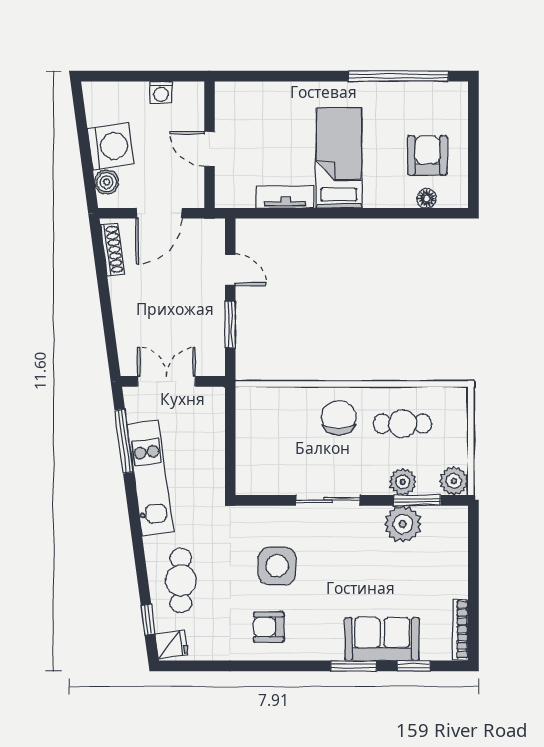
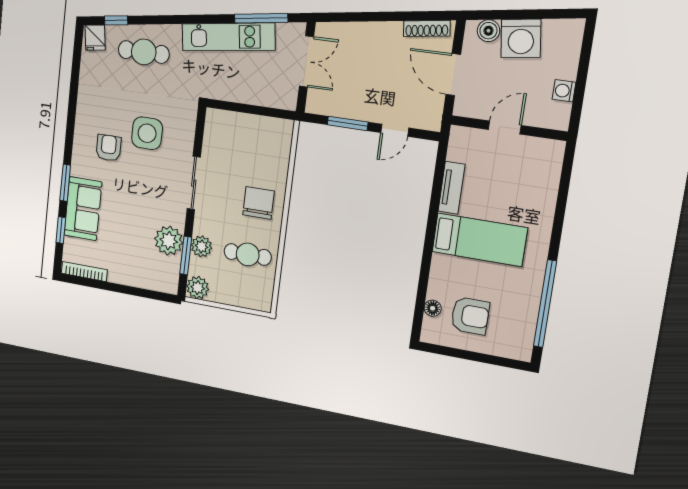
chair: (339, 418) -> (259, 203), turned -90
cafe table: (403, 424) -> (248, 254), turned 90
armchair: (269, 627) -> (109, 148), moved

